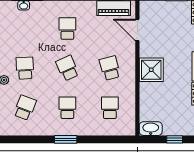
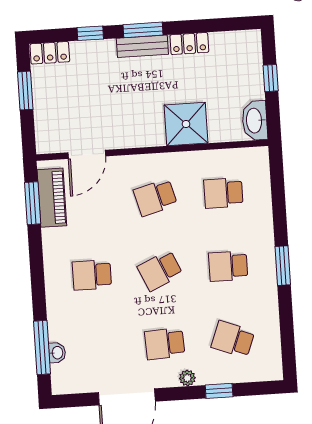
shower: (151, 70) -> (186, 124), moved

